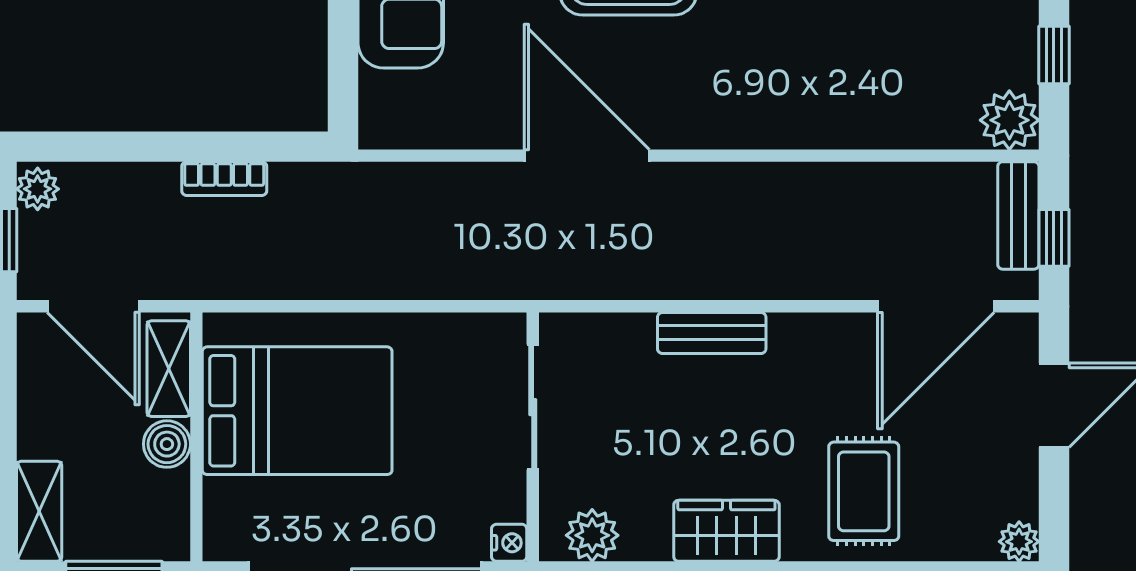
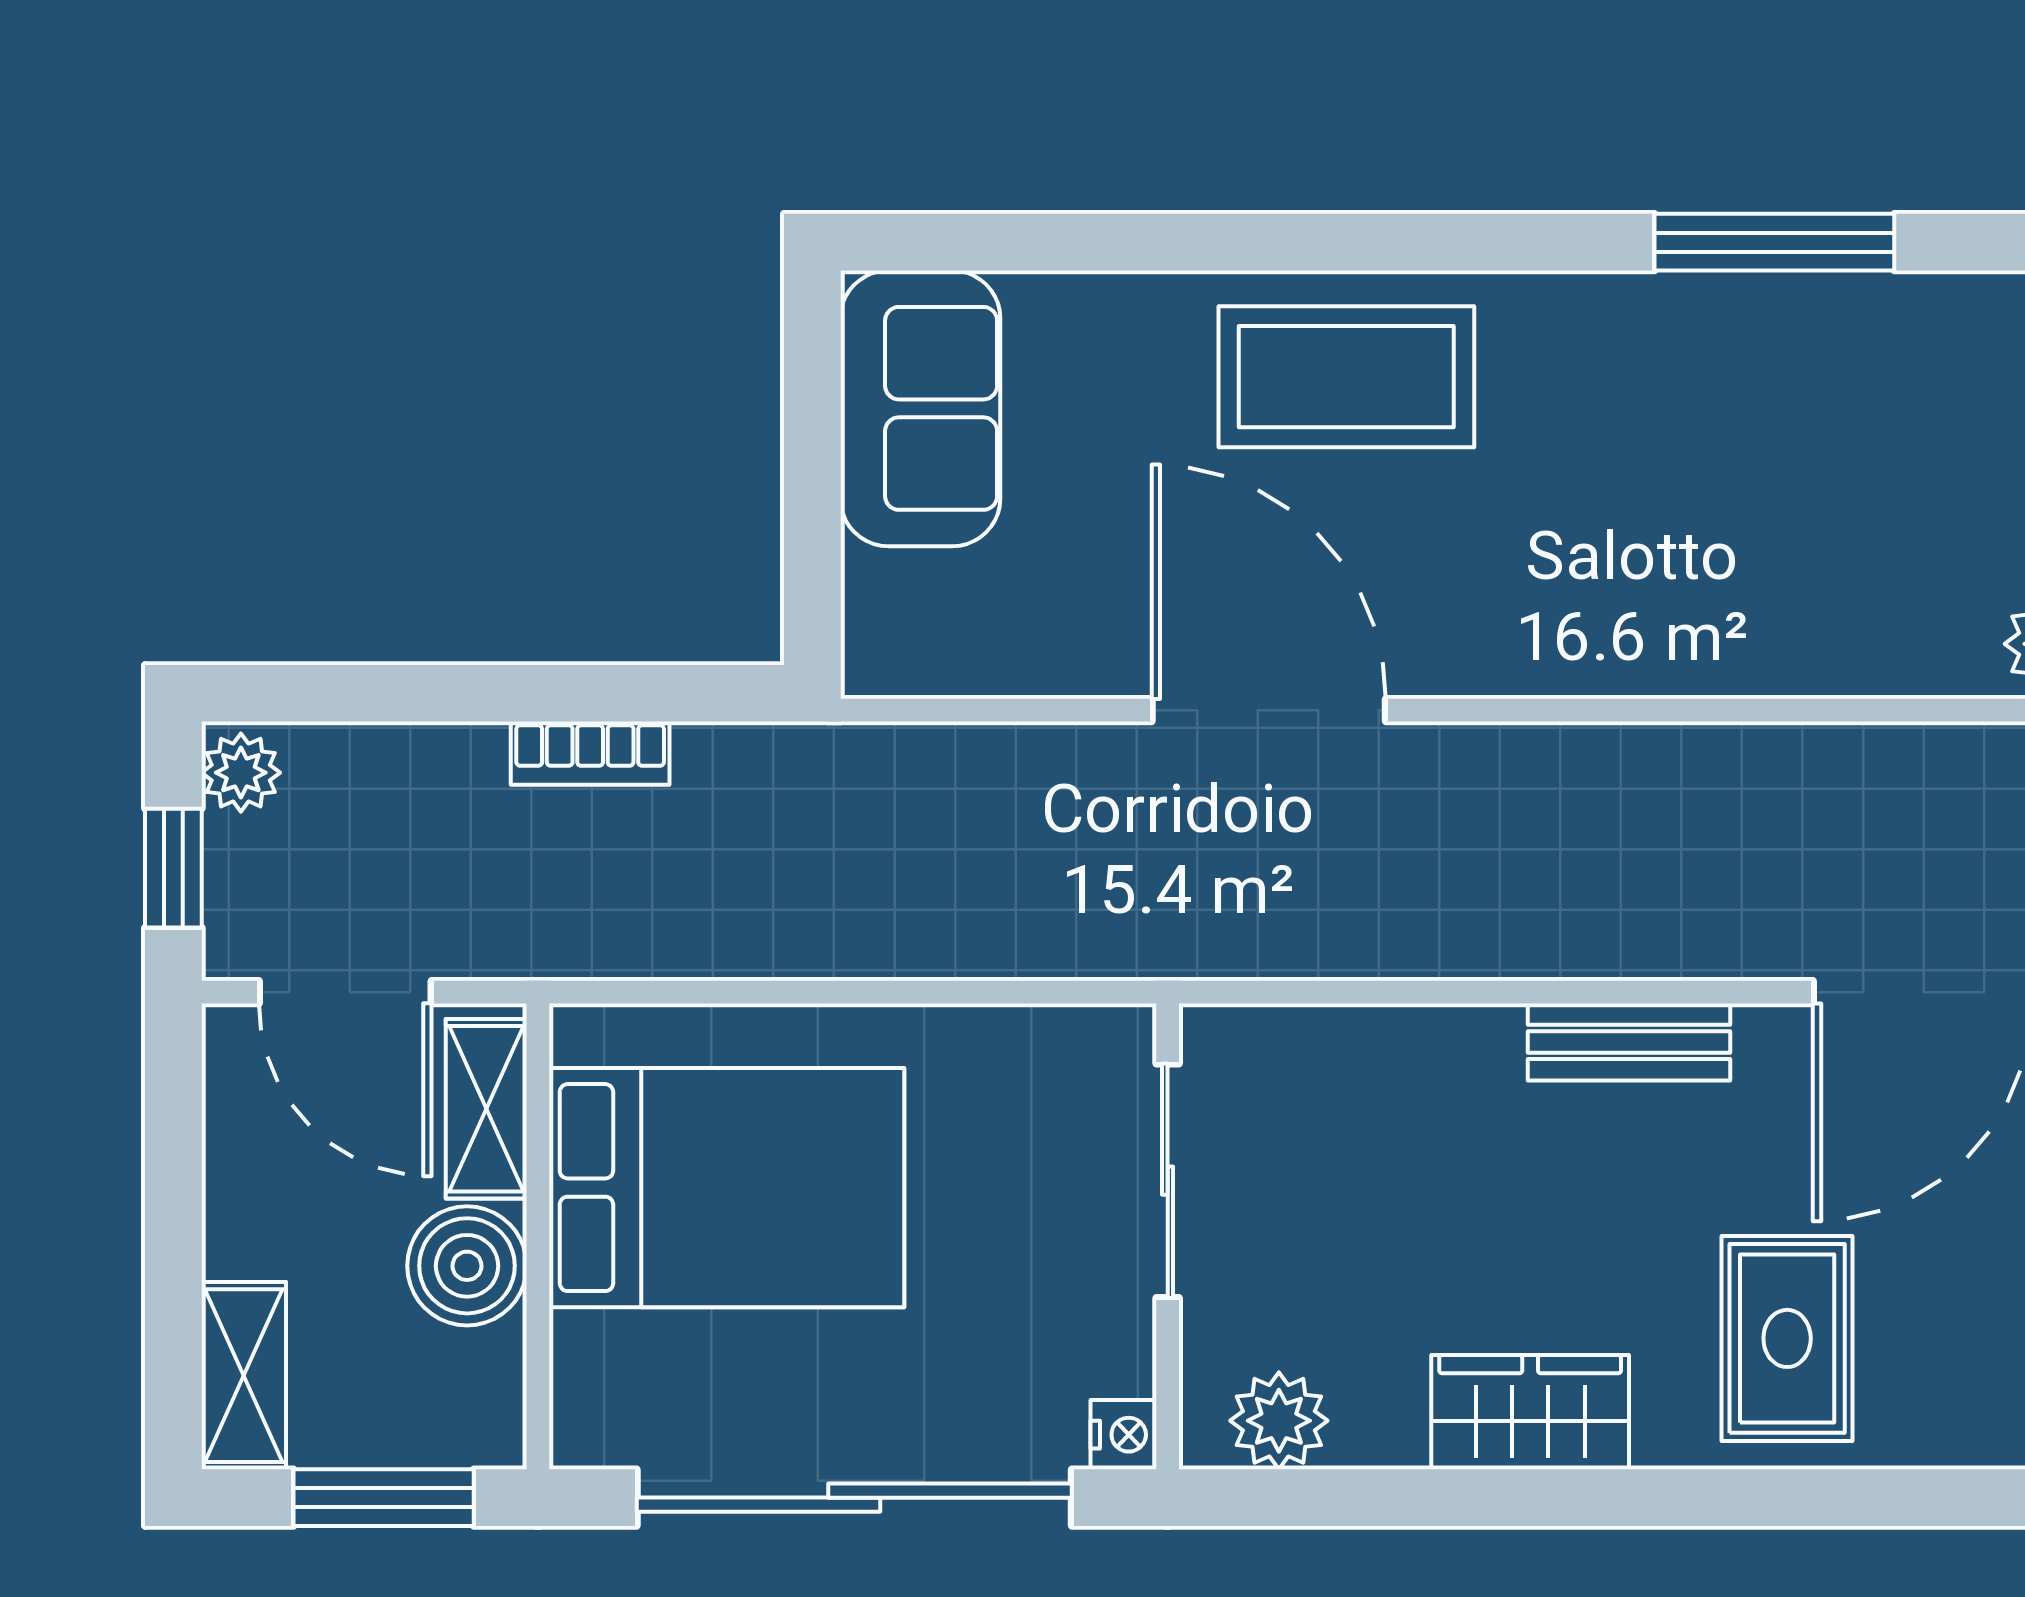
bench: (712, 333) -> (1629, 1042), moved
boiler: (167, 444) -> (467, 1266), width x1.36, depth x1.36

